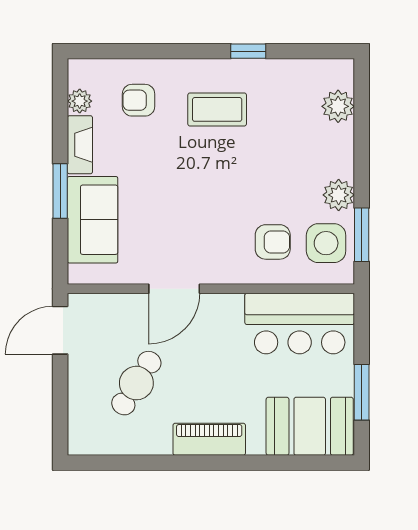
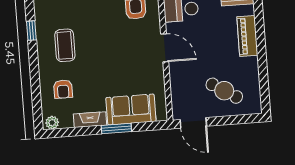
plant: (80, 101) -> (52, 123), moved
door: (174, 289) -> (165, 48), moved
cafe table: (136, 383) -> (224, 91), moved

